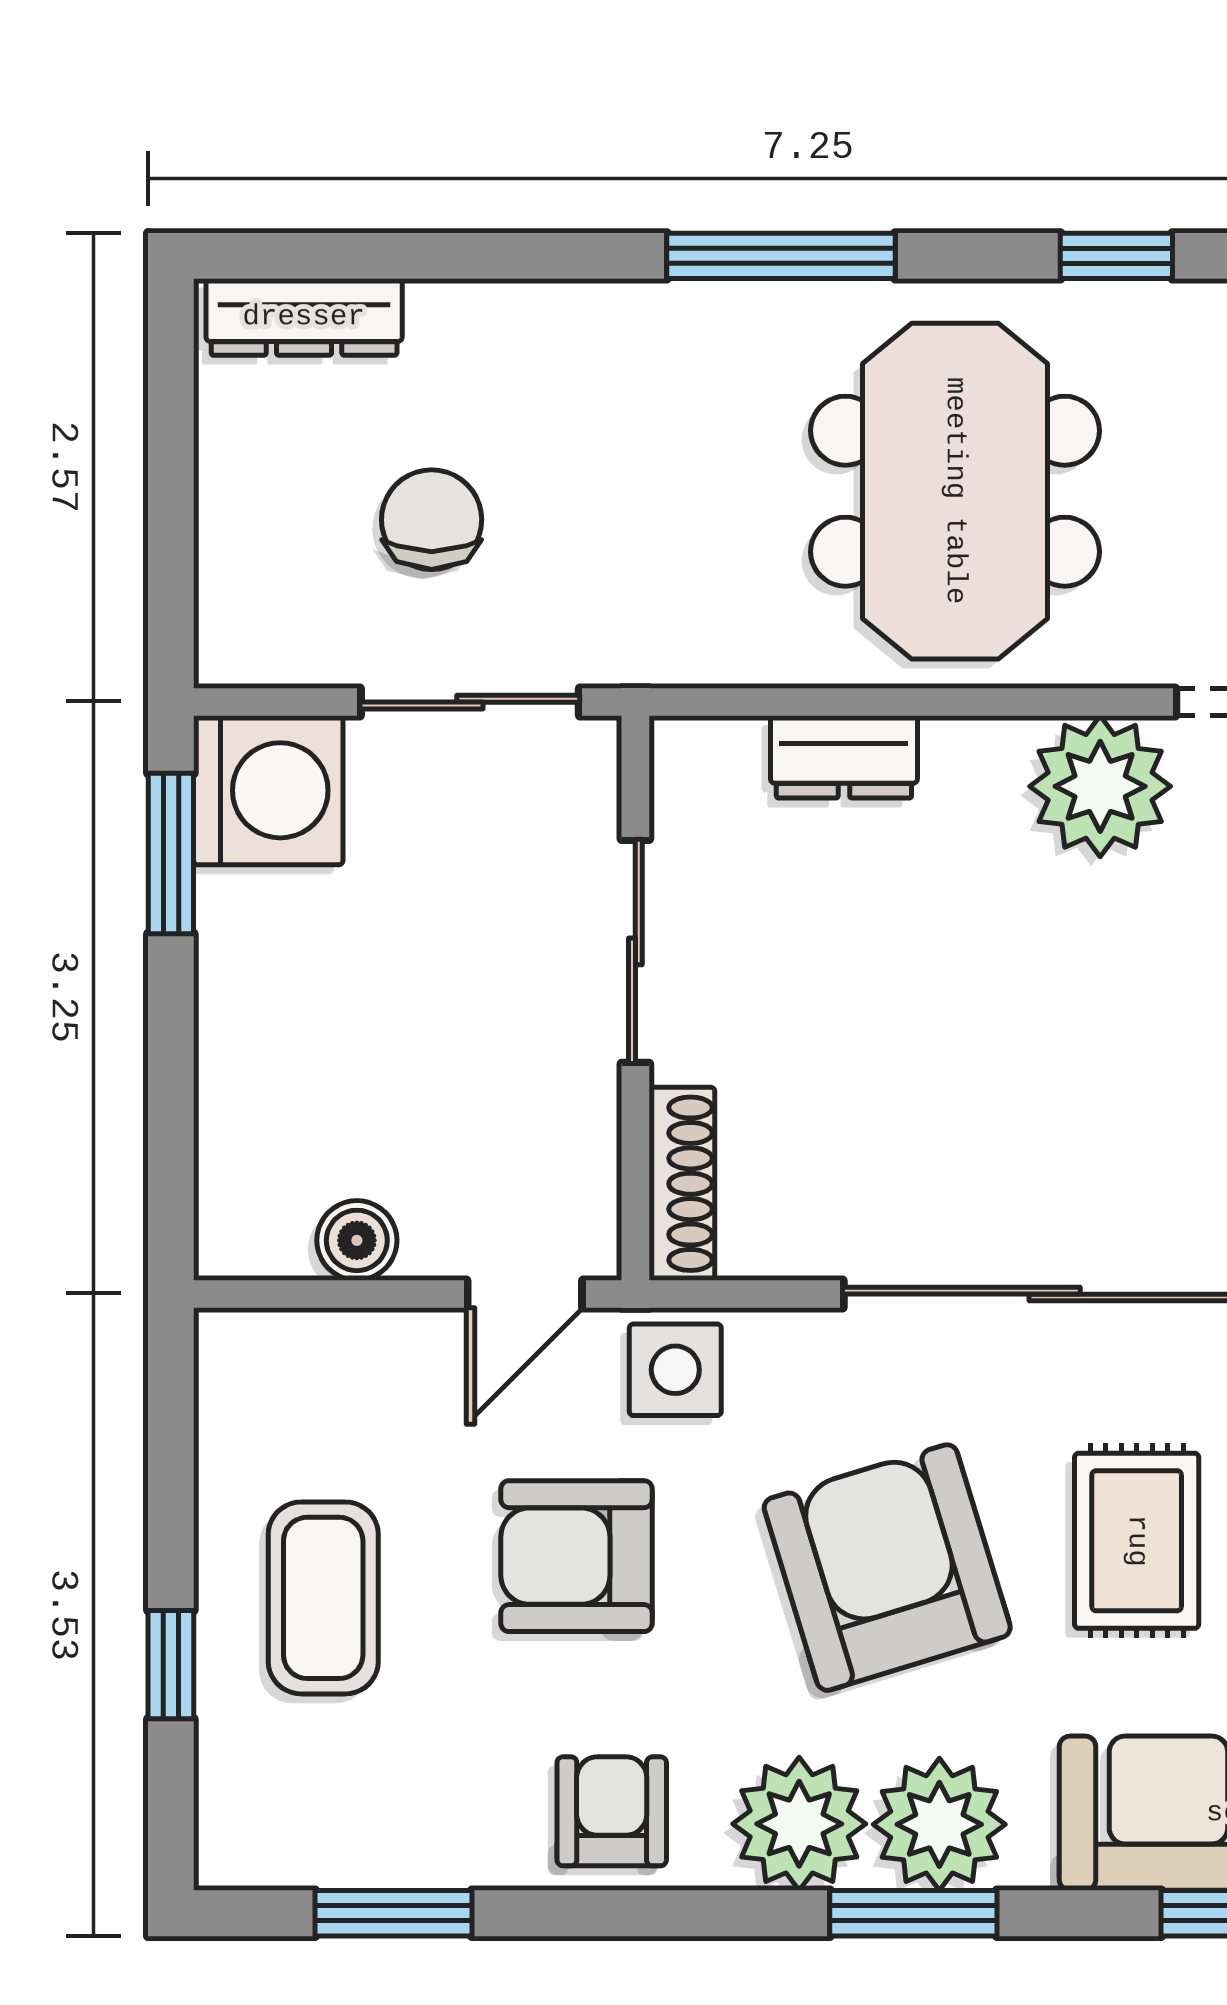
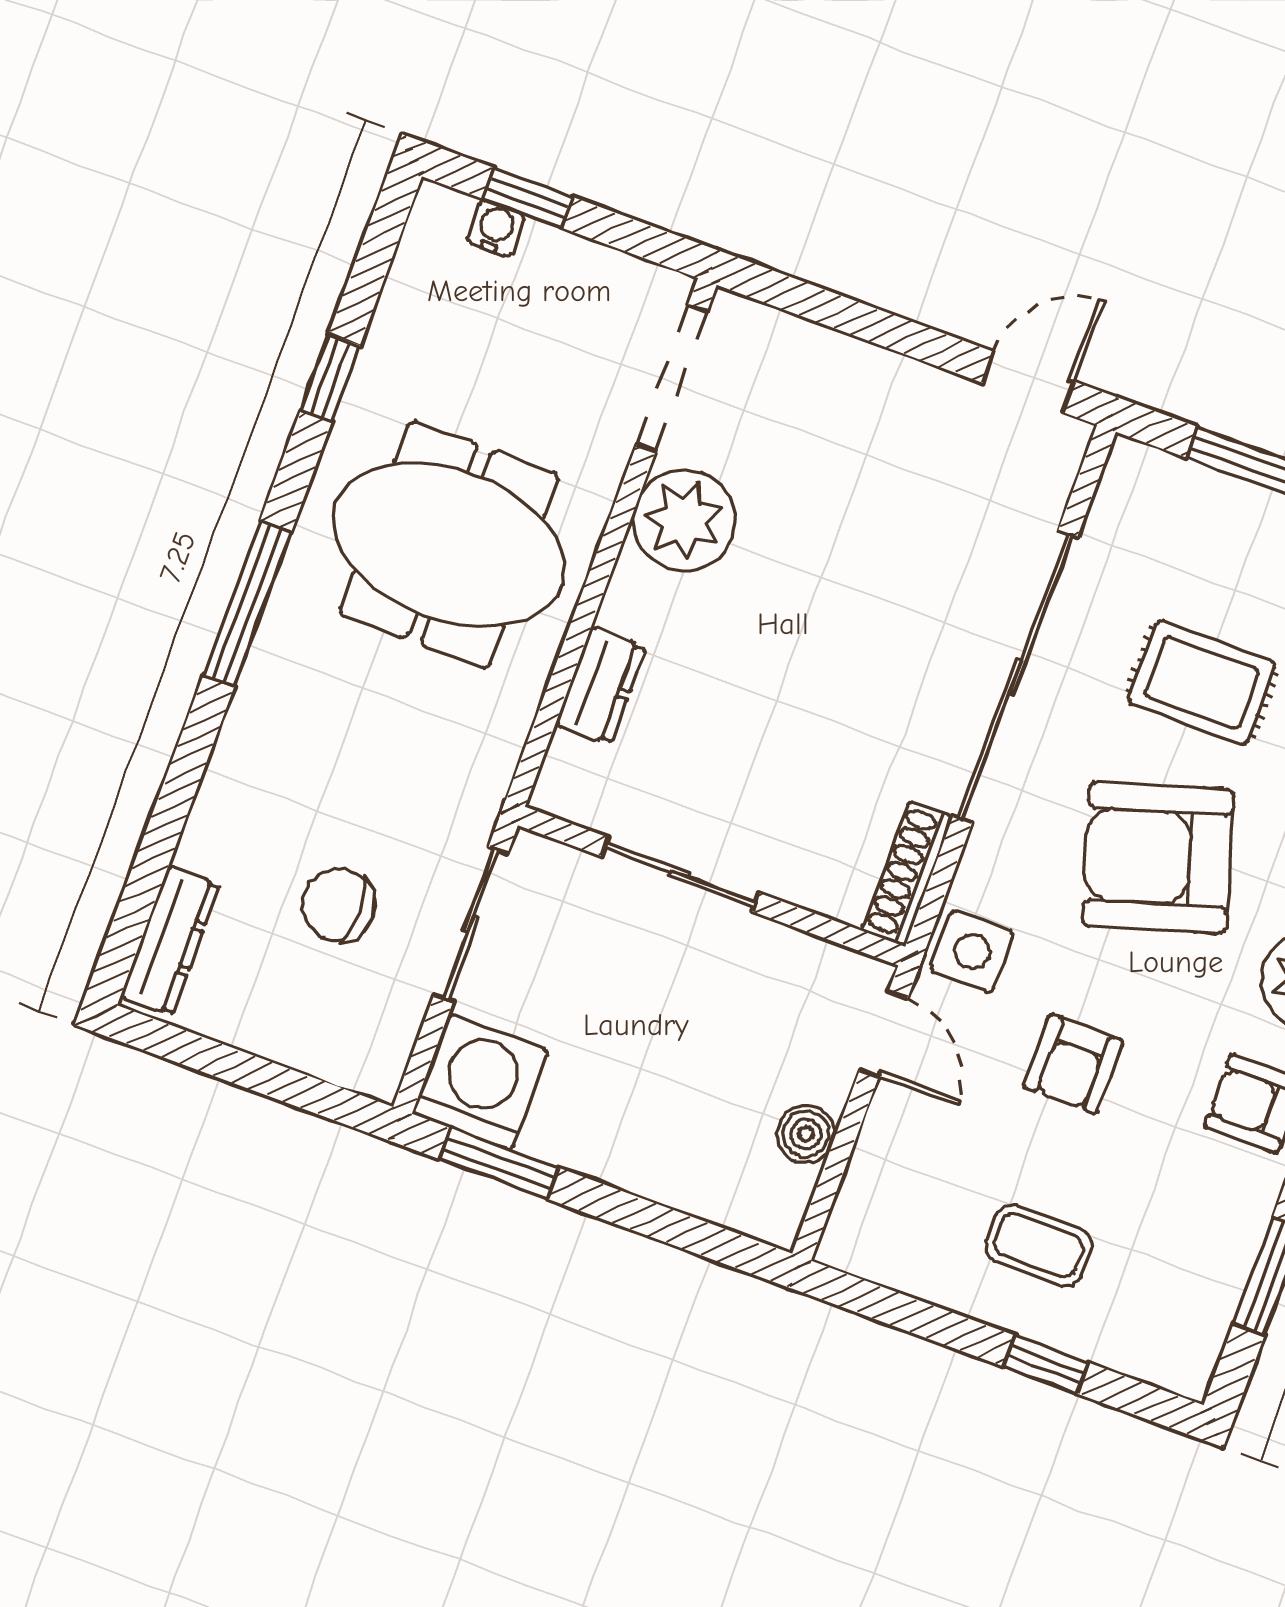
shoe rack: (682, 1184) -> (907, 874), moved, turned -90
armchair: (577, 1556) -> (1073, 1064), width x0.72, depth x0.72
coffee table: (323, 1598) -> (1039, 1245), width x0.73, depth x0.77

